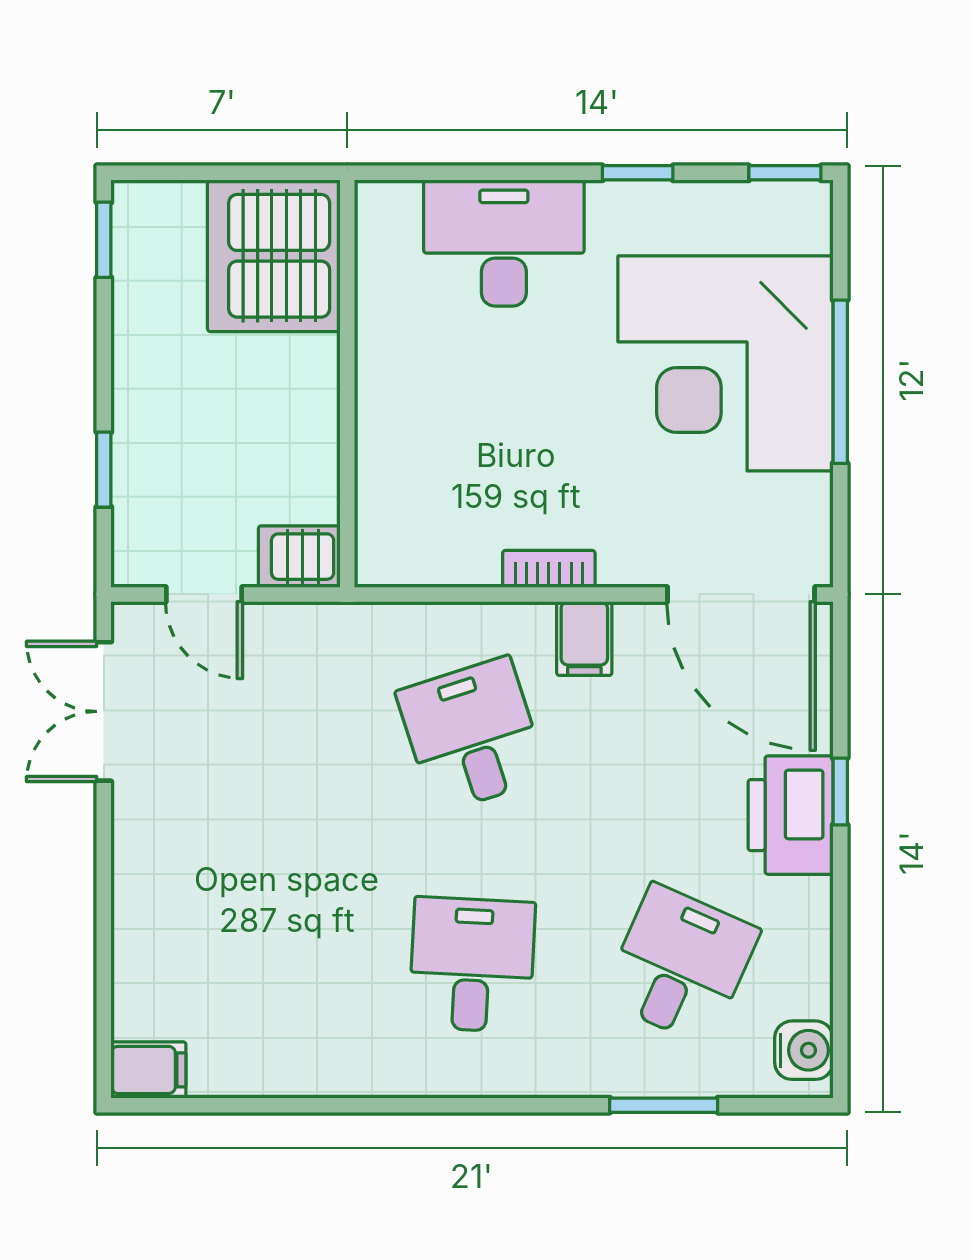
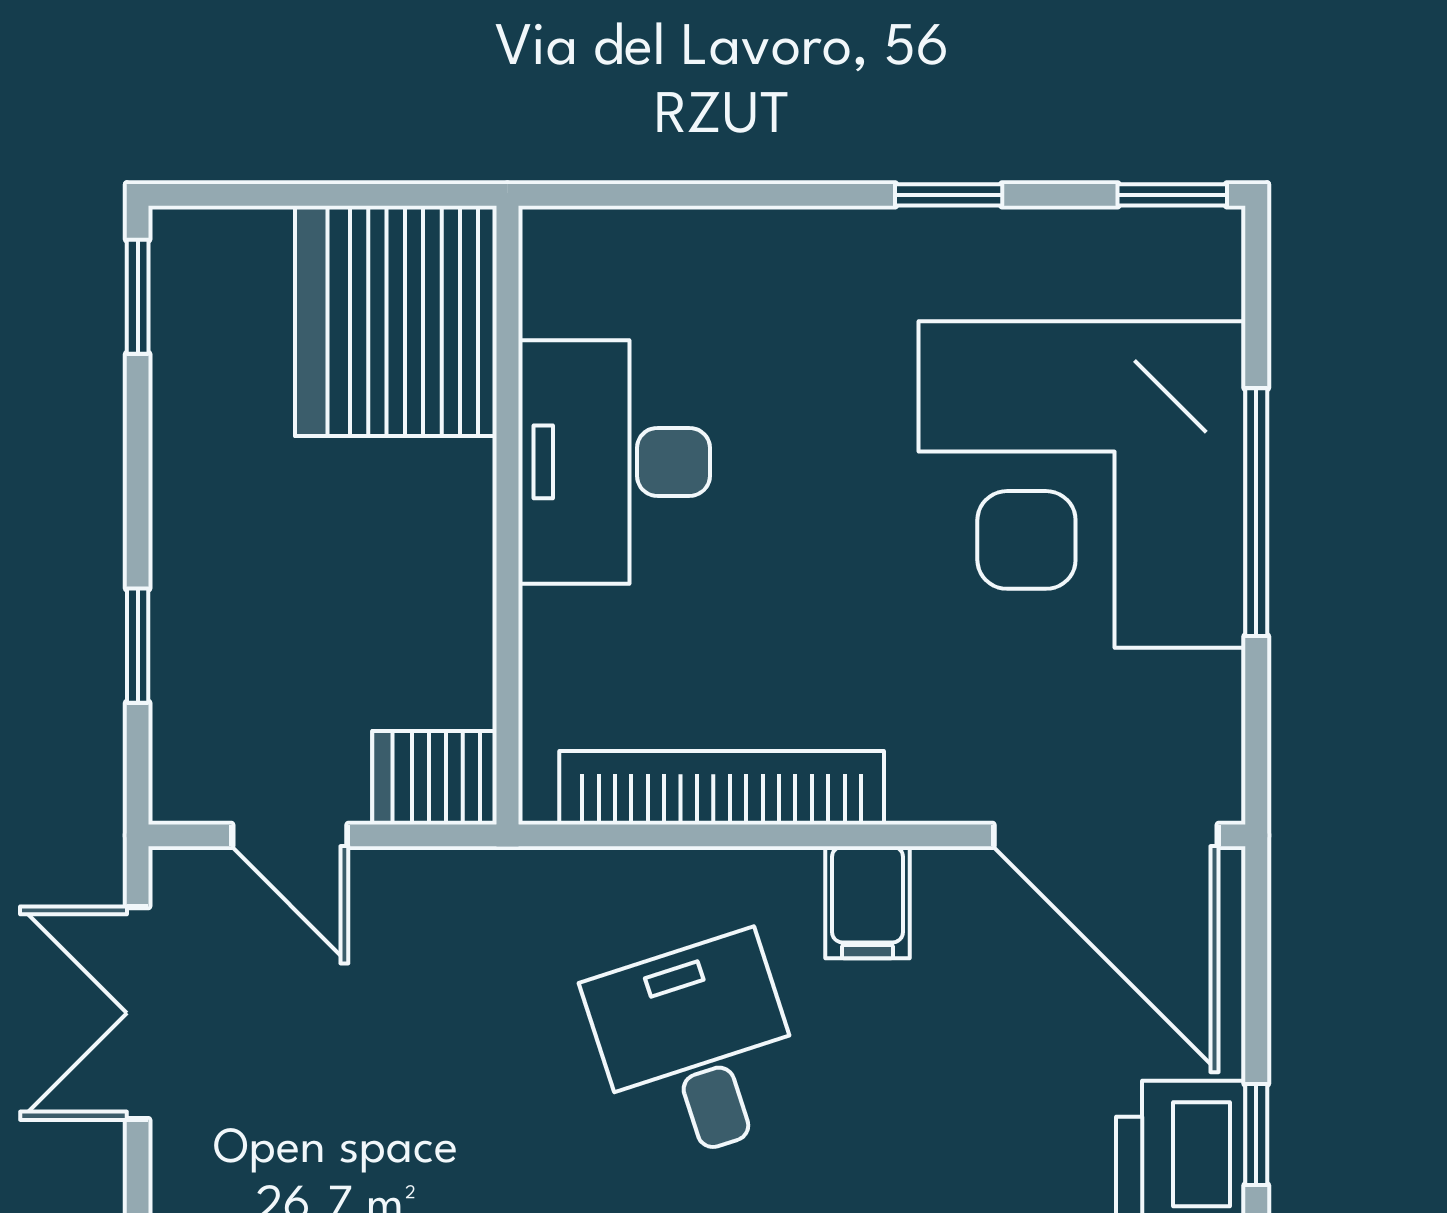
desk: (504, 243) -> (614, 462), moved, turned -90
bookcase: (549, 569) -> (722, 788), width x2.31, depth x1.31

